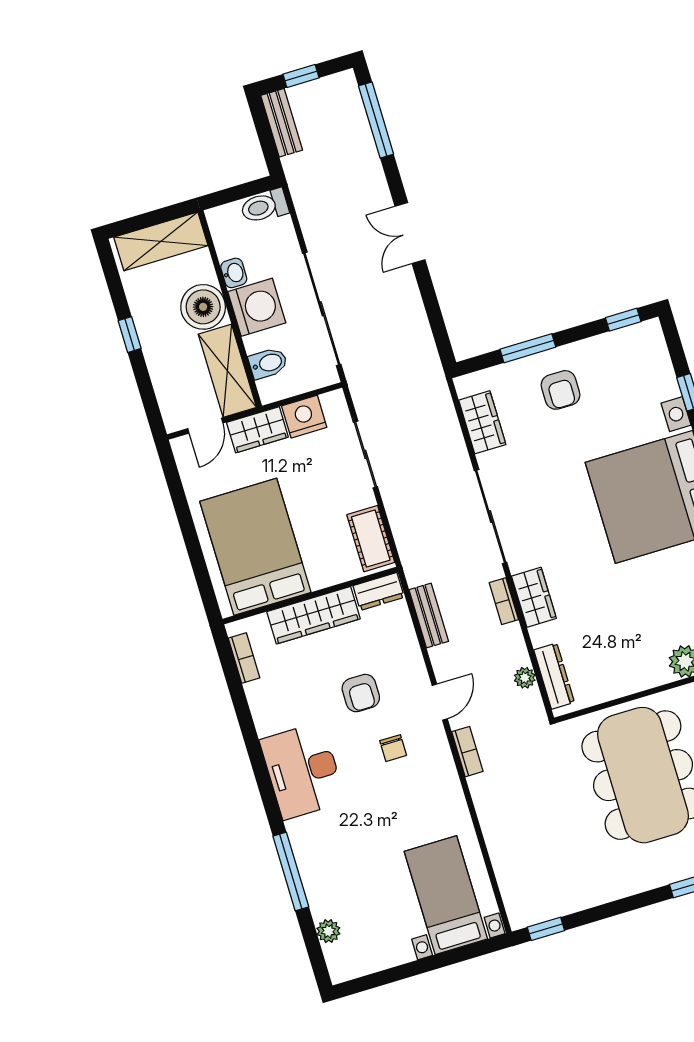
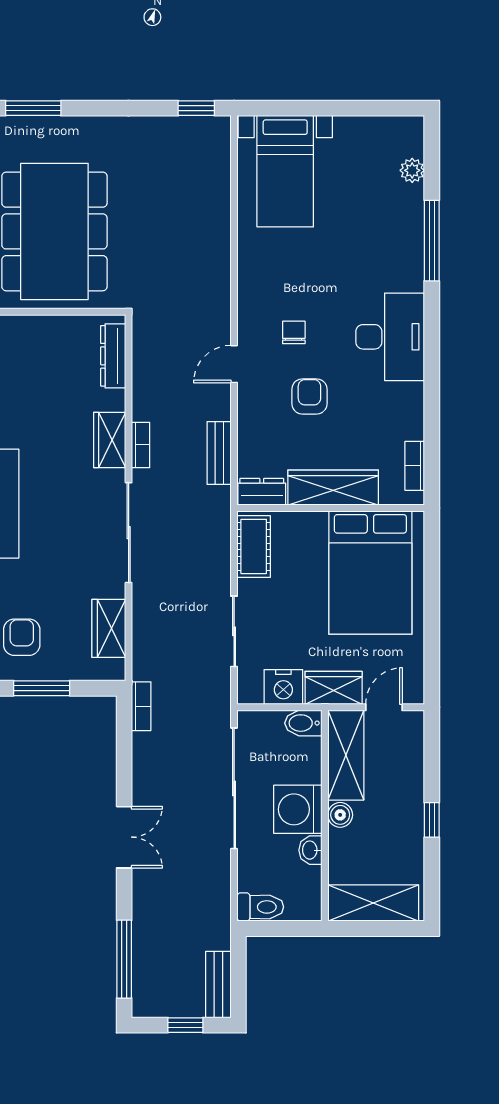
boiler: (203, 307) -> (340, 815), width x0.54, depth x0.54
bidet: (268, 363) -> (303, 723), moved
plant: (525, 678) -> (143, 363), removed
bookcase: (467, 752) -> (141, 706), moved, turned 180

